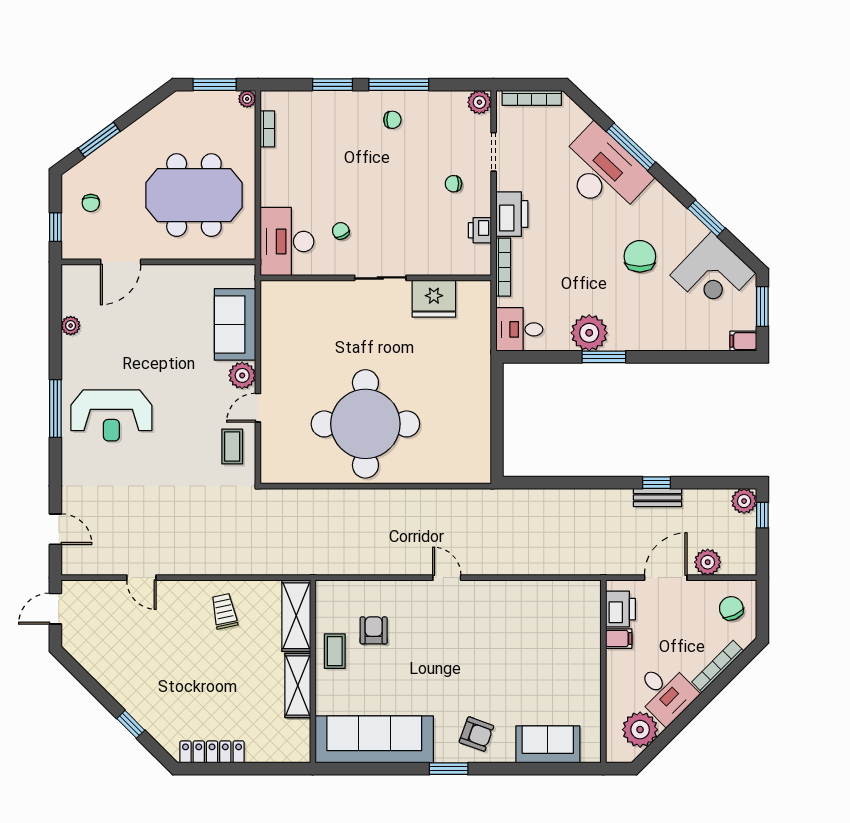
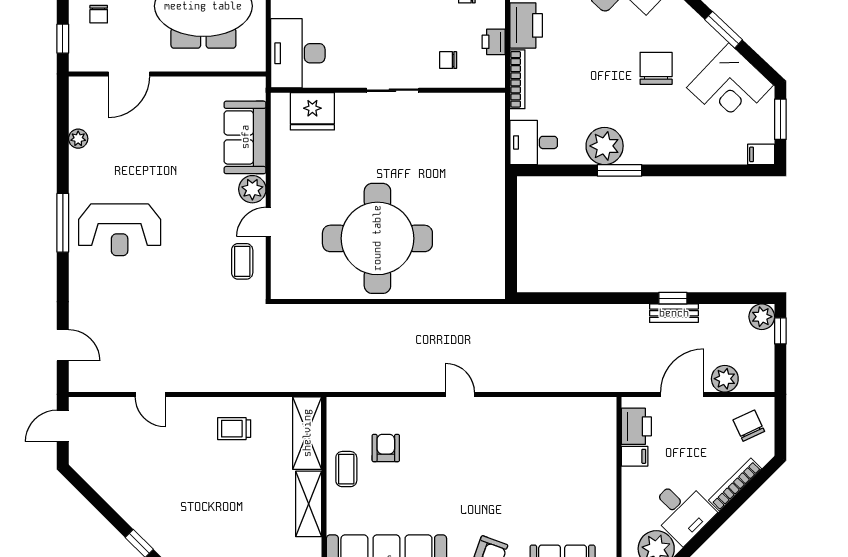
chair: (341, 231) -> (448, 60), moved, turned -64
fridge: (434, 299) -> (312, 111), moved
trolley: (224, 611) -> (234, 429), turned -78

